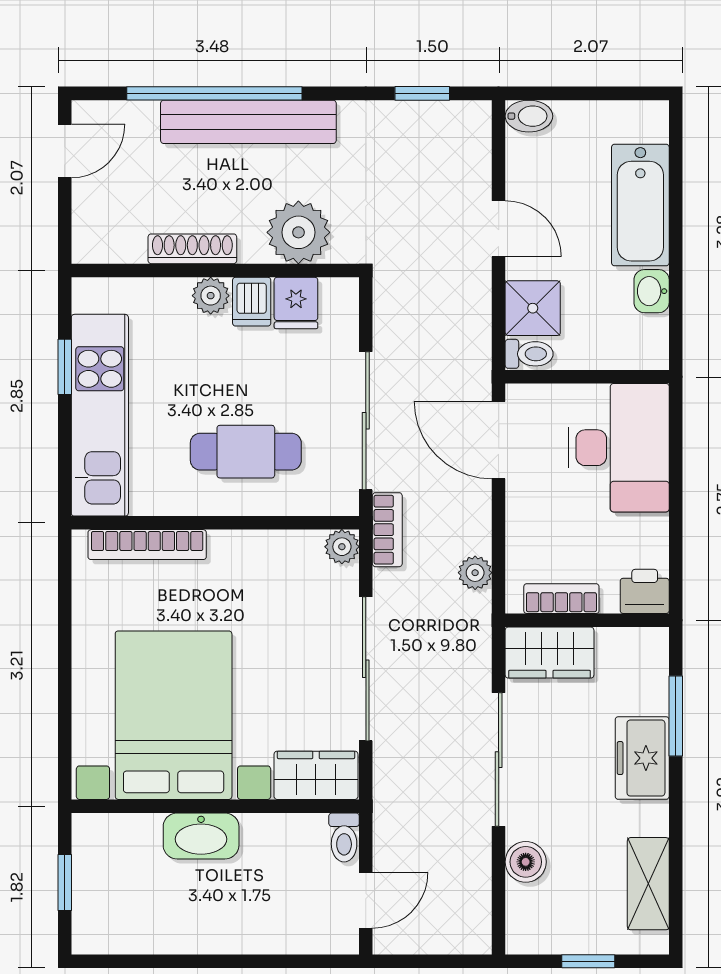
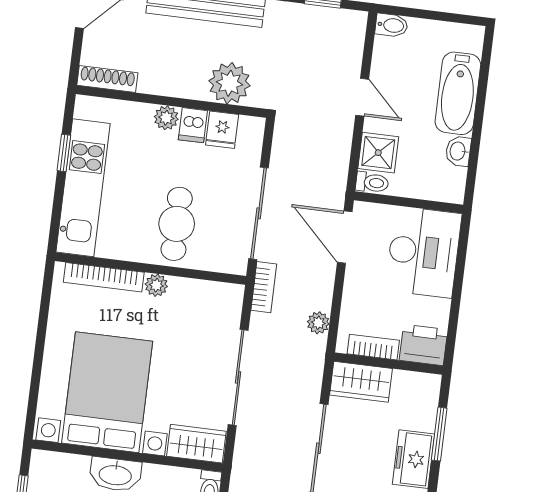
shoe rack: (192, 249) -> (107, 79), moved
cafe table: (246, 452) -> (177, 224), turned 90
plant: (342, 547) -> (156, 285), moved
printer: (645, 591) -> (423, 345), width x1.36, depth x1.24

